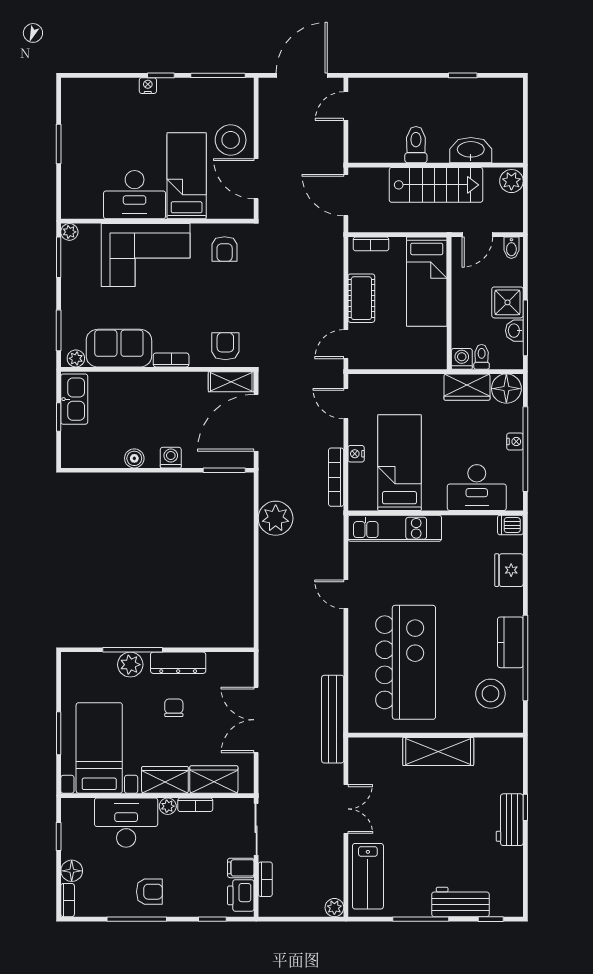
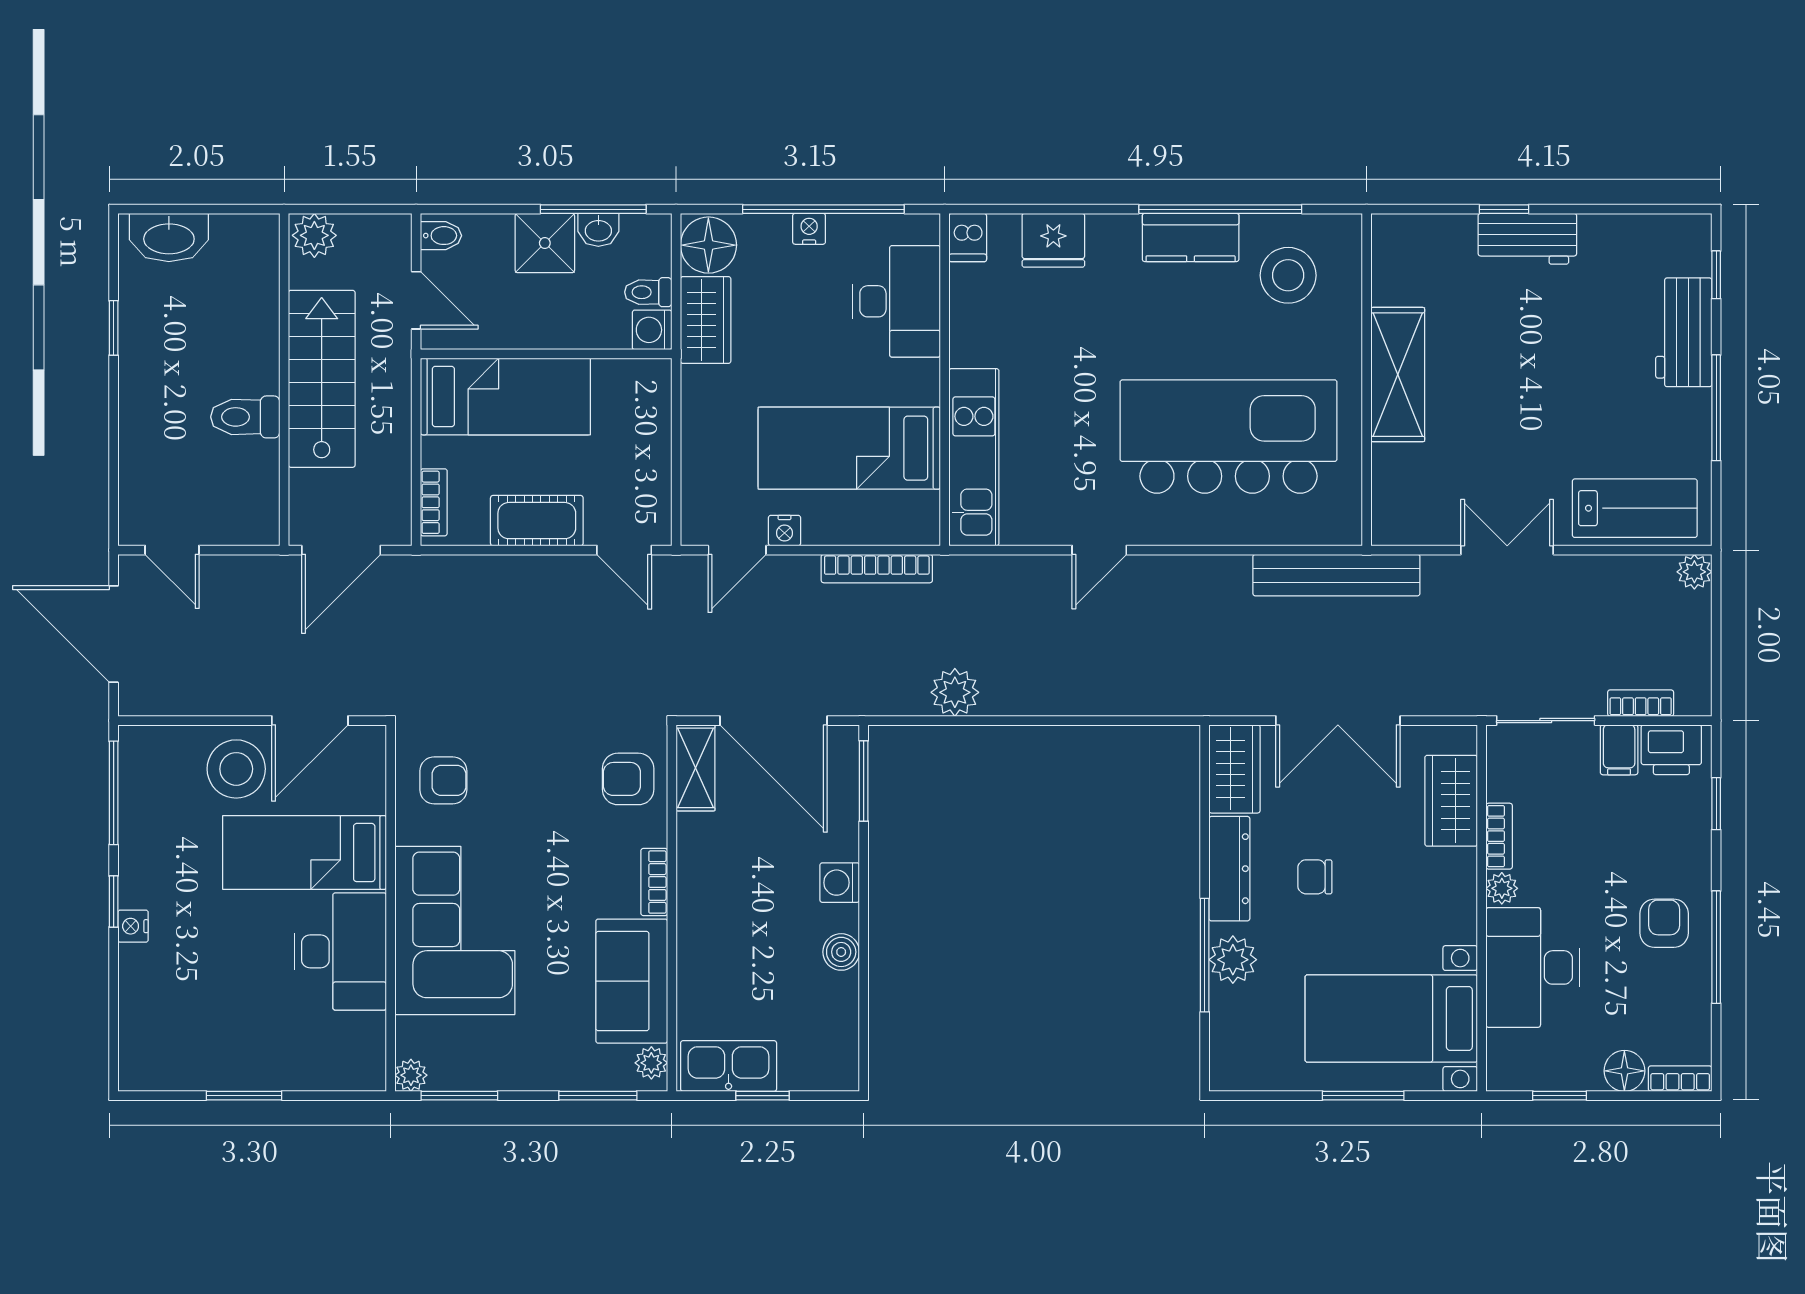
washbasin: (471, 150) -> (169, 237), moved, turned -90
nightstand: (356, 454) -> (784, 531), moved
plant: (276, 518) -> (955, 692), width x0.73, depth x0.73
wardrobe: (165, 780) -> (1235, 769), moved, turned 180

